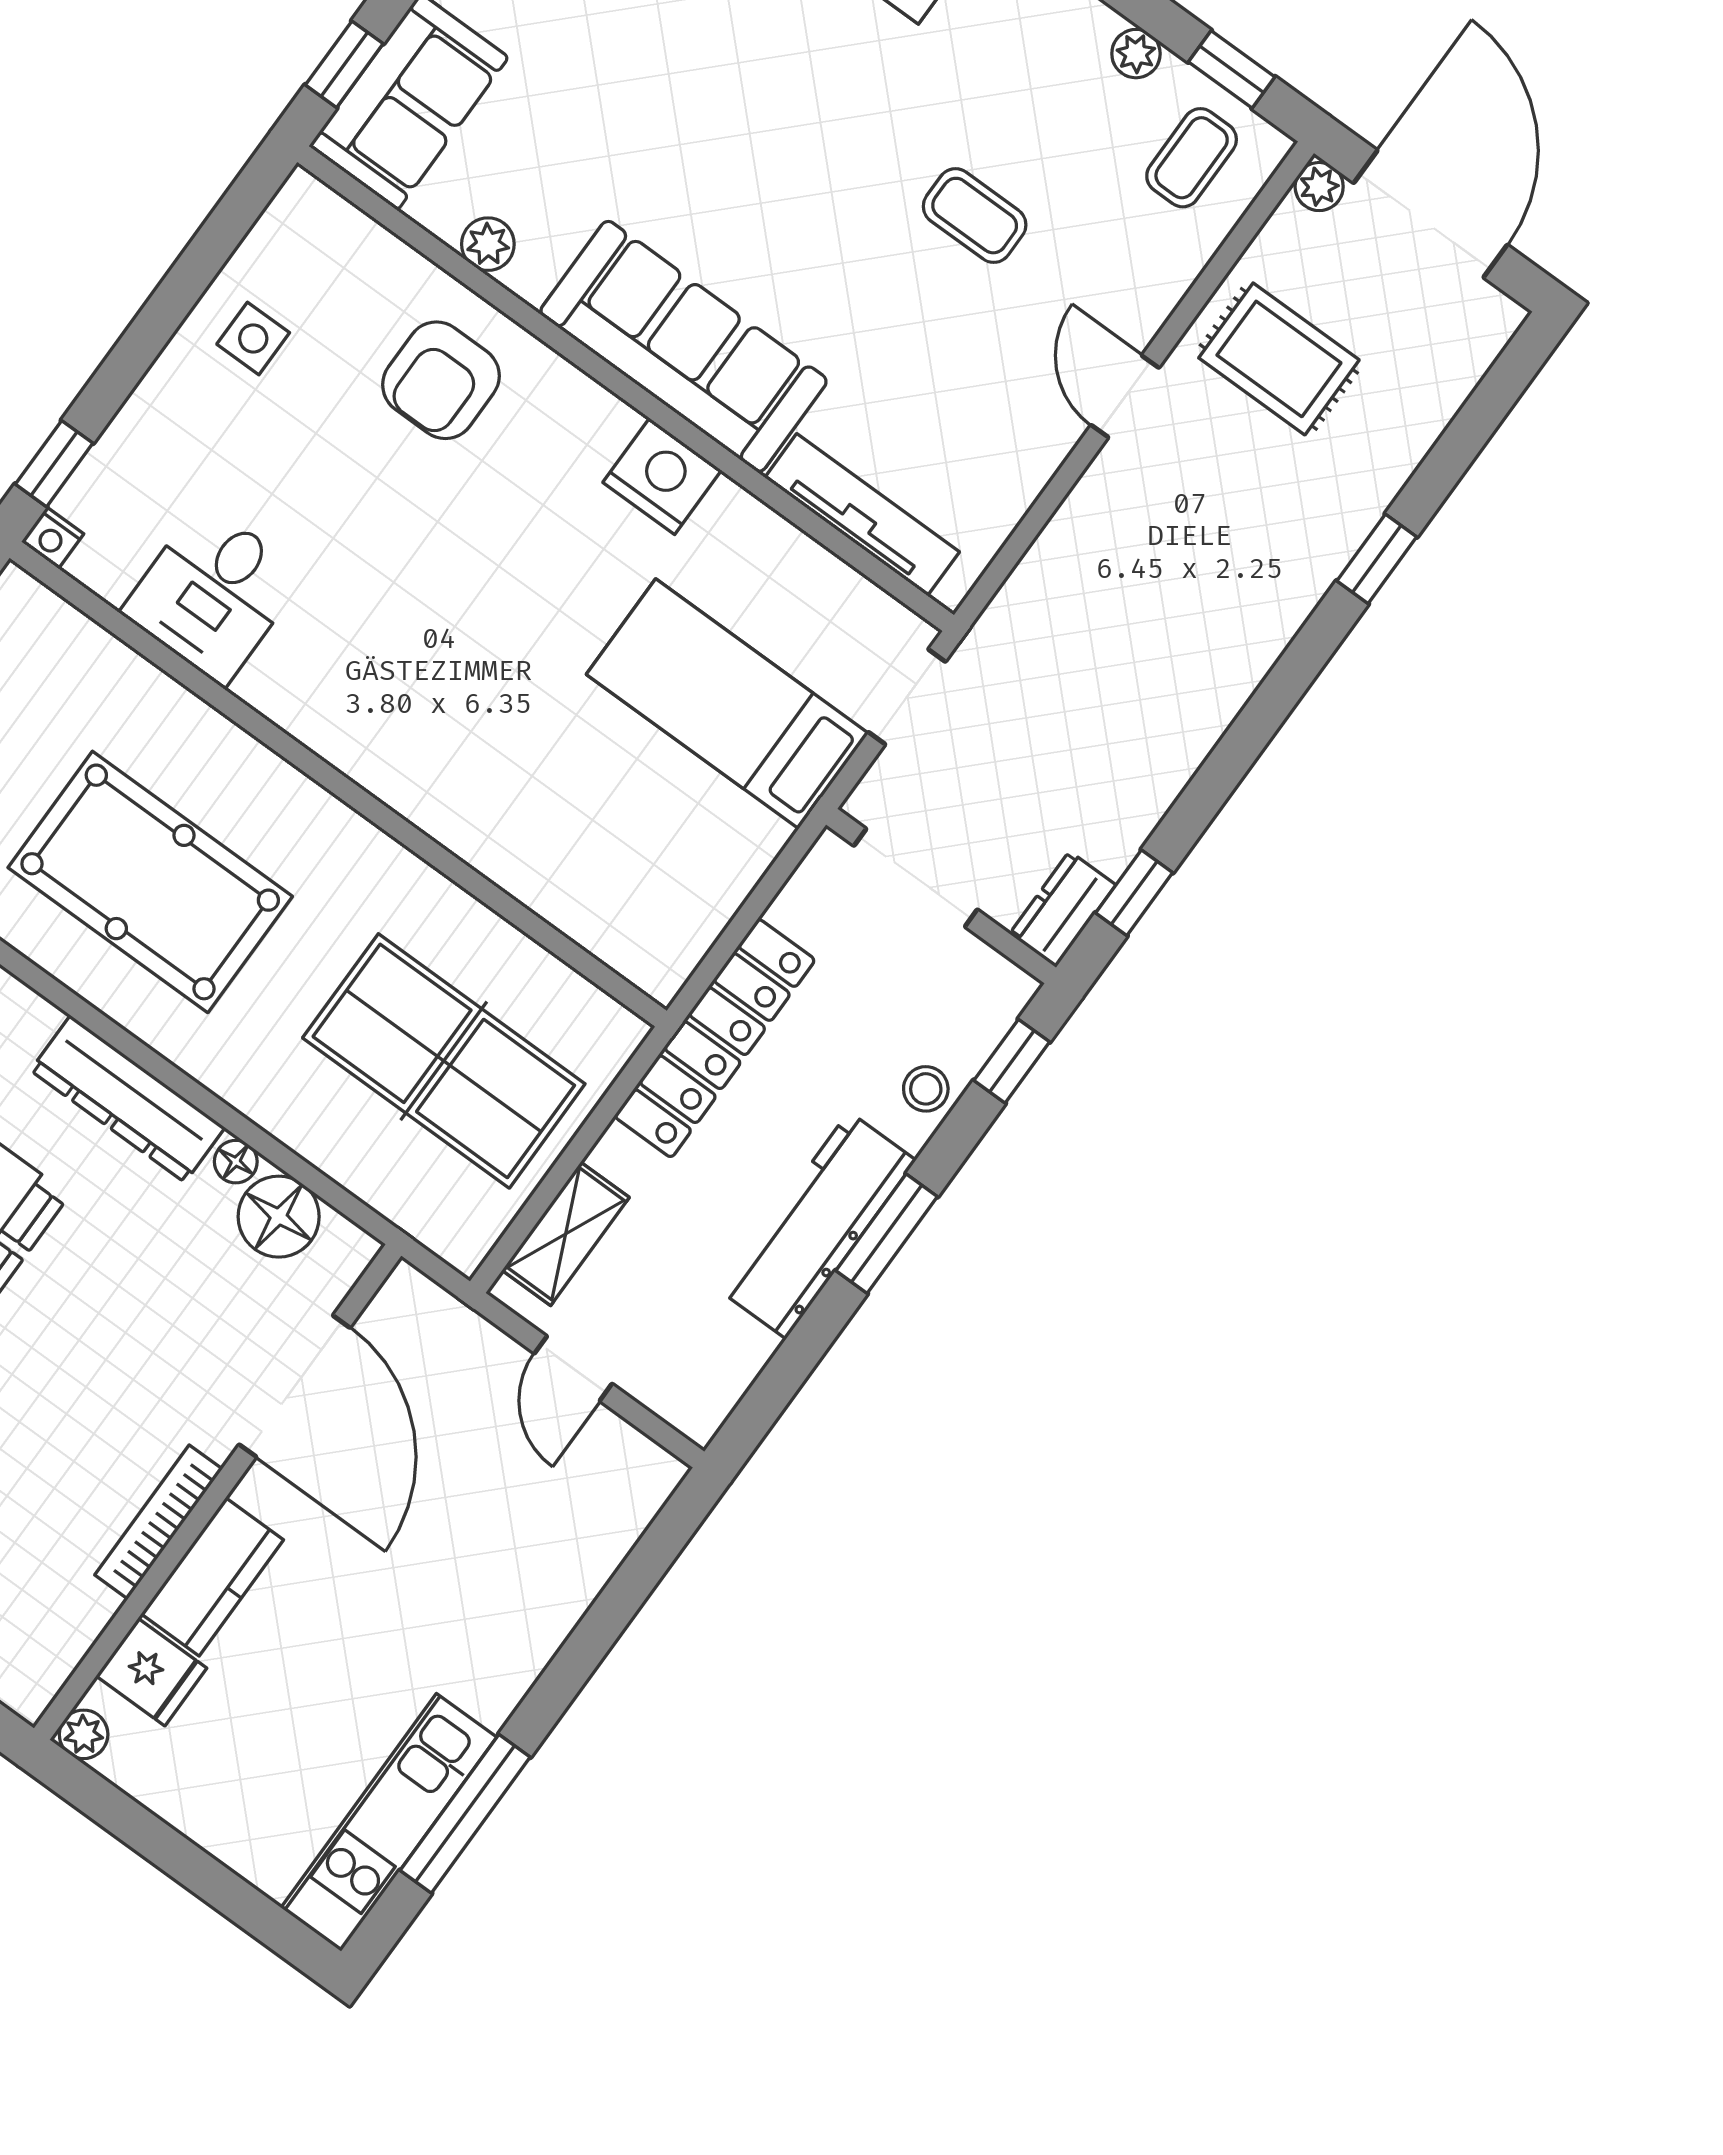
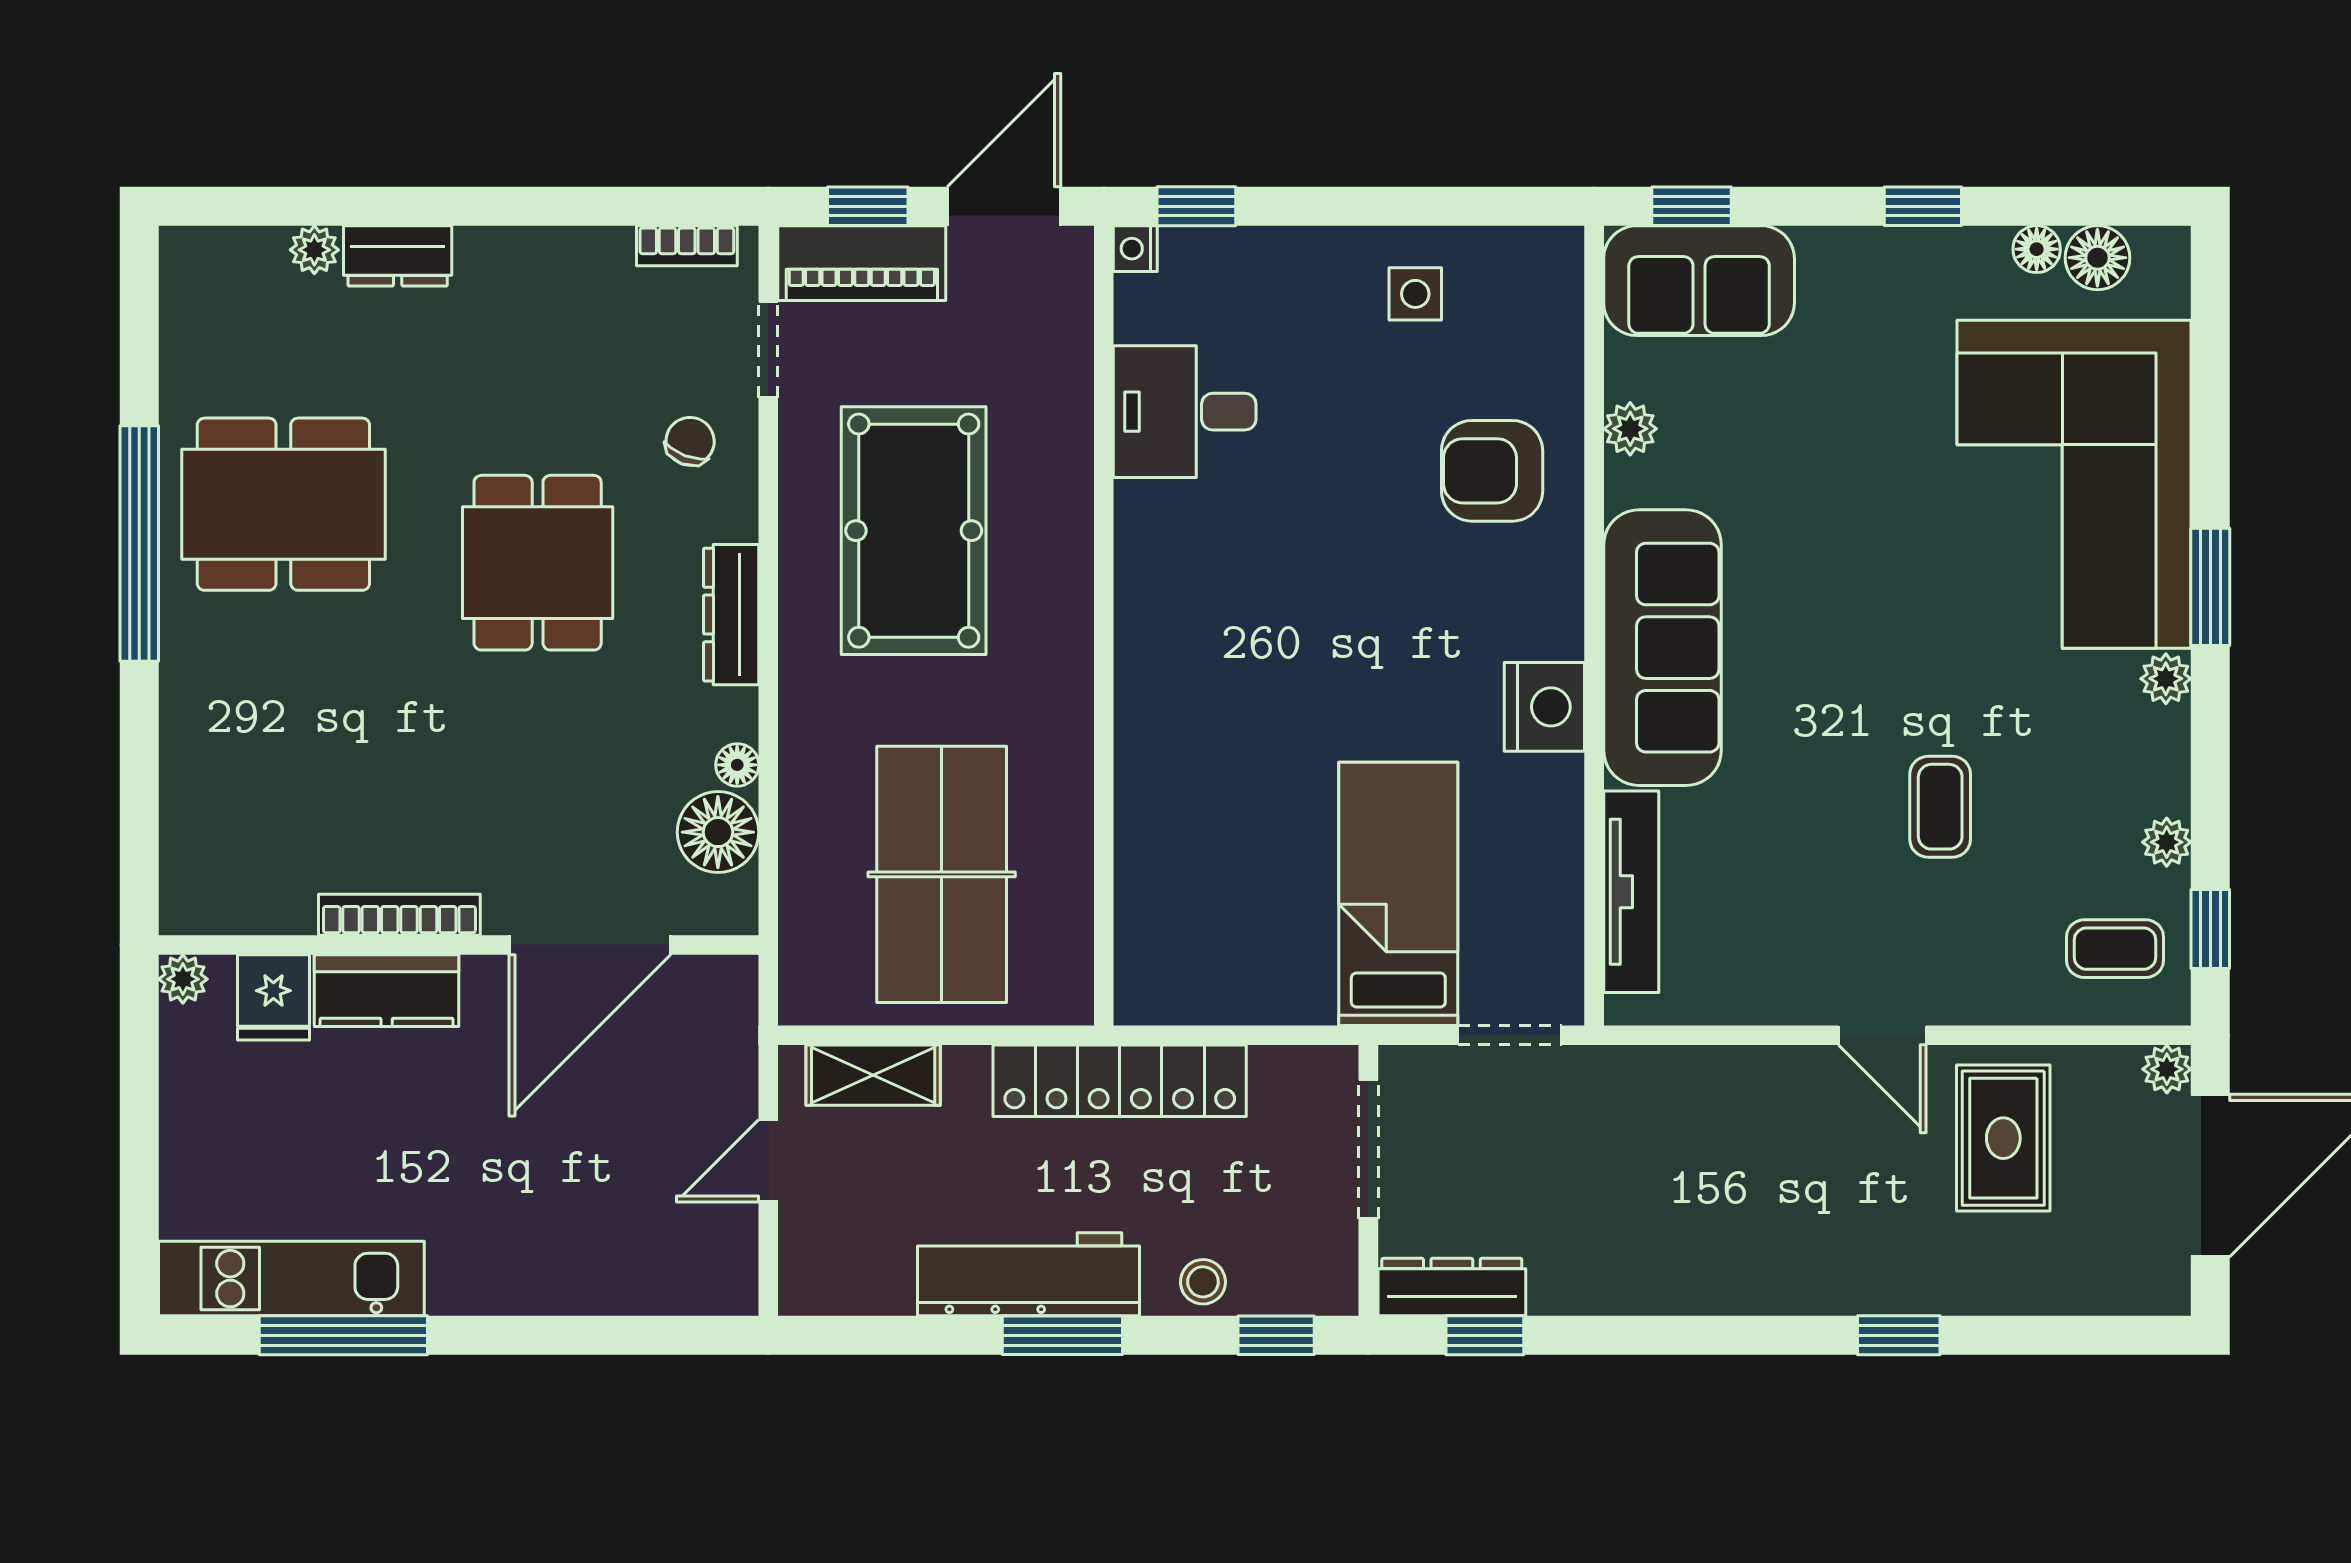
door: (1125, 396) -> (1882, 1035), swing flipped
dresser: (1063, 909) -> (1452, 1287), width x1.44
dresser: (128, 1099) -> (731, 615), width x0.73, depth x0.80

